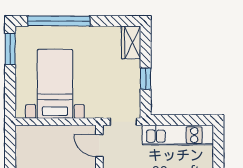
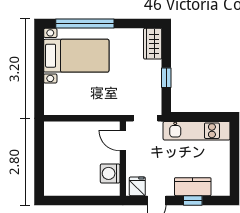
window: (10, 49) -> (39, 50), removed
bed with nightstands: (55, 84) -> (76, 56), moved, turned 90

